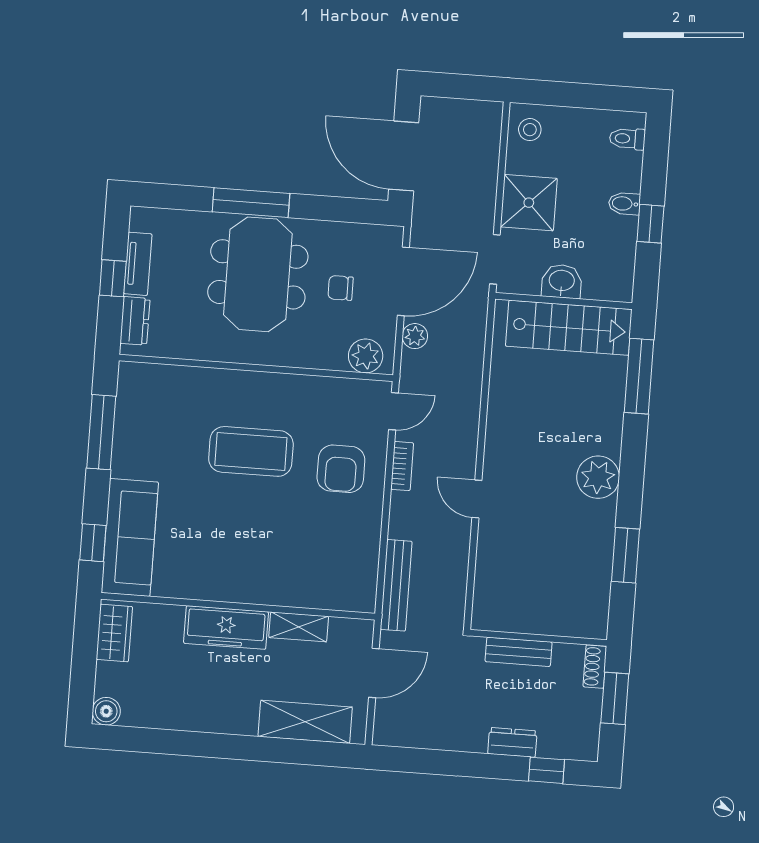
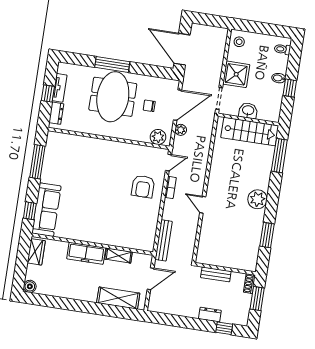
coffee table: (251, 451) -> (103, 176), removed

